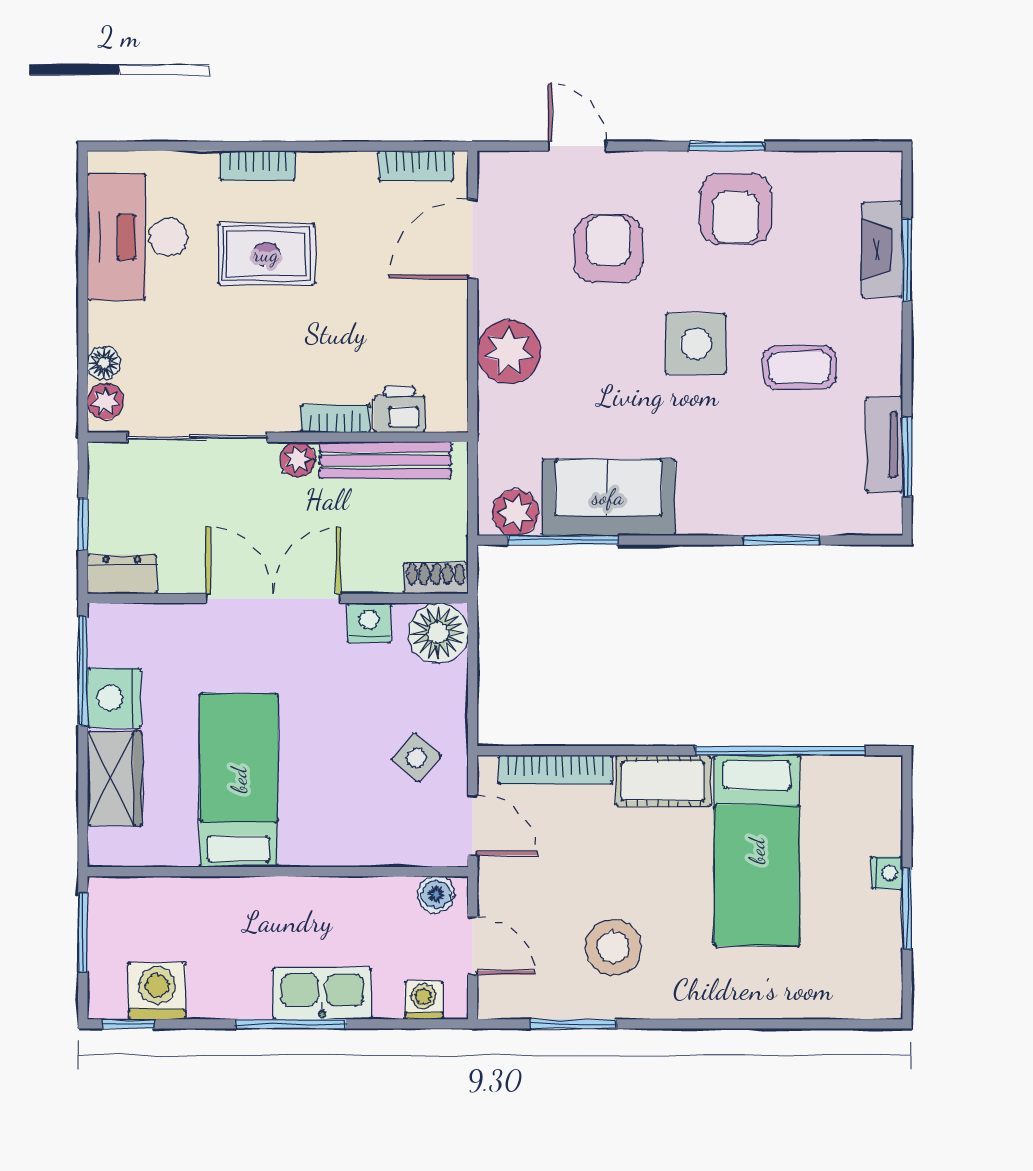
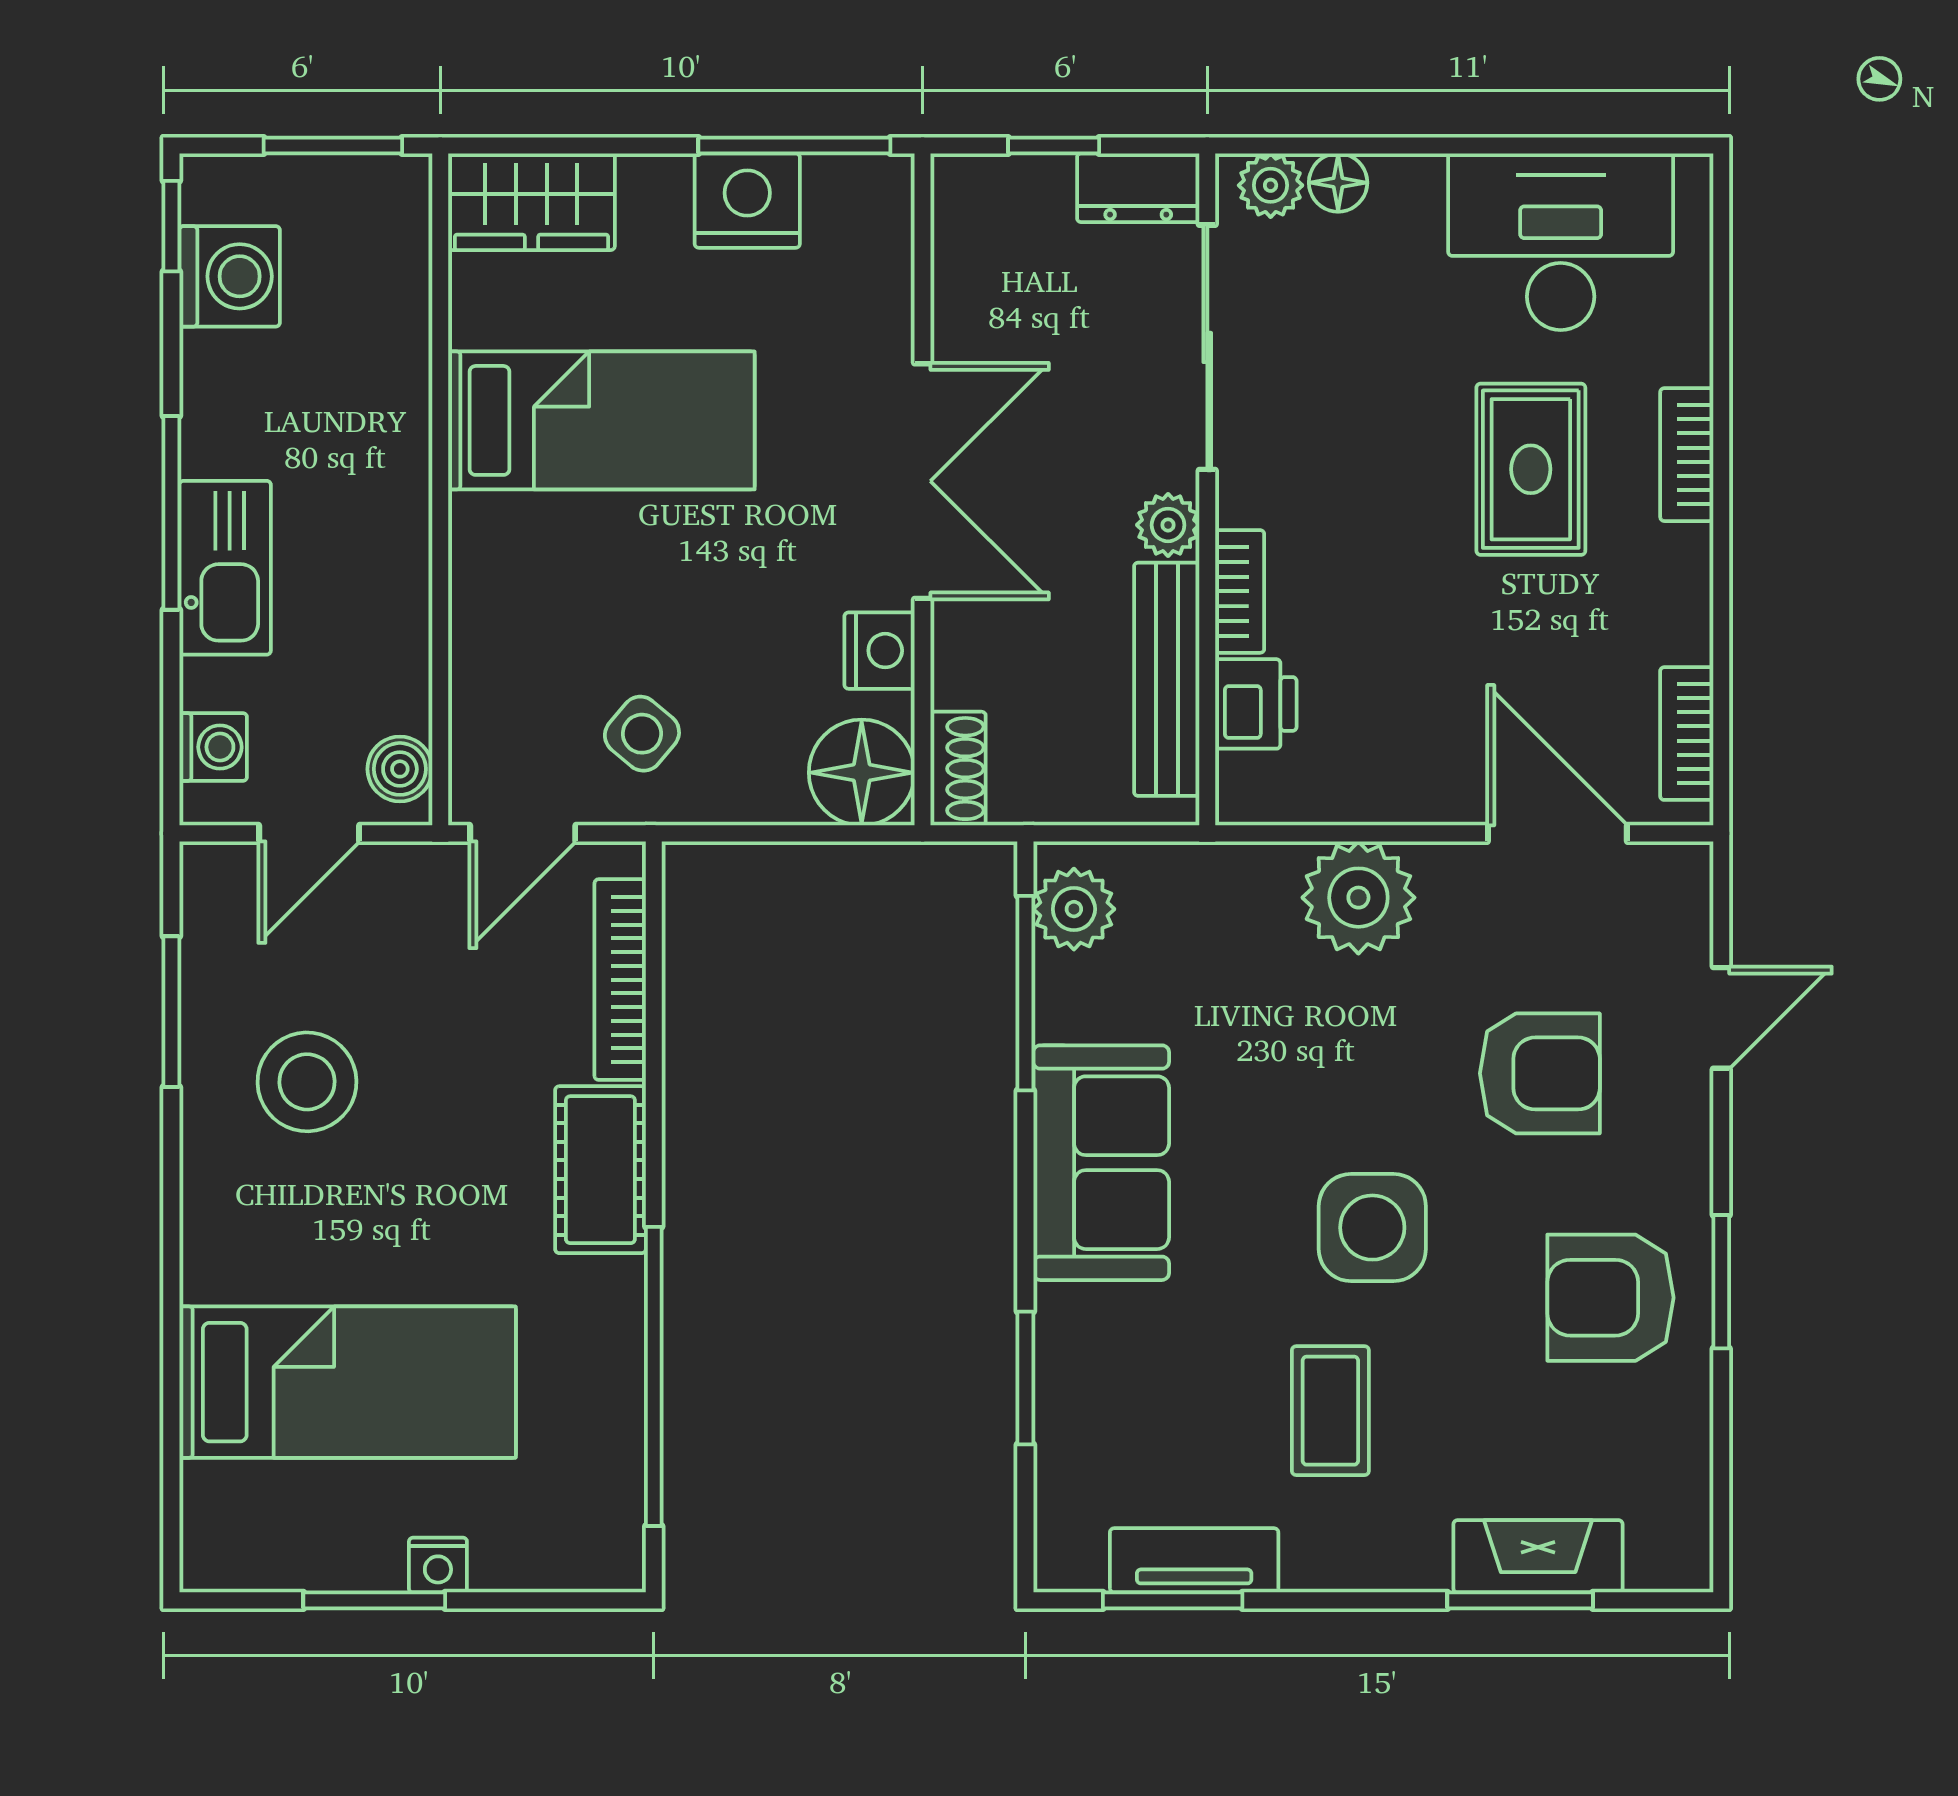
sofa: (608, 497) -> (1101, 1163), moved
dresser: (122, 574) -> (1138, 188), moved, turned 90
wardrobe: (115, 778) -> (531, 202), moved
bed: (757, 851) -> (348, 1382), moved, turned 180

